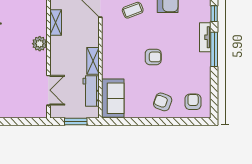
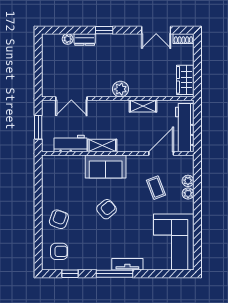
window: (214, 14) -> (70, 274), moved
armchair: (153, 57) -> (107, 209), turned -130
sofa: (113, 98) -> (106, 166), moved

